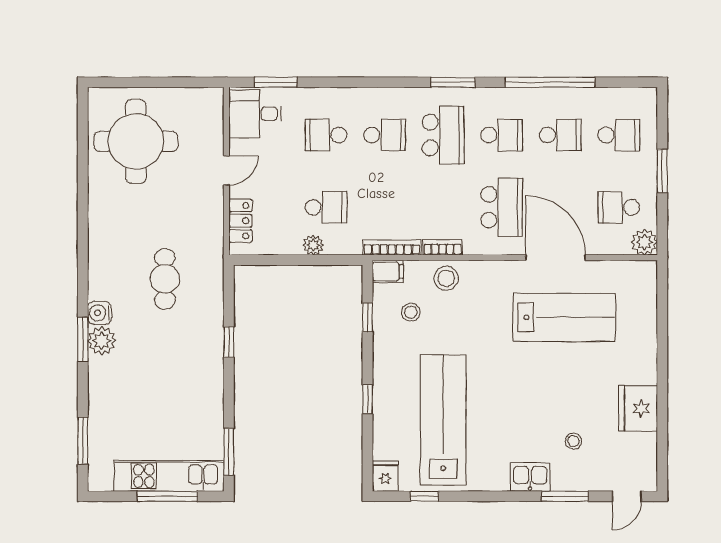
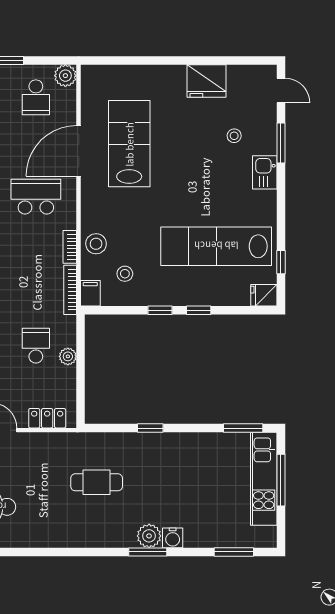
water cooler: (99, 313) -> (173, 538), moved
window: (368, 317) -> (160, 310), moved

